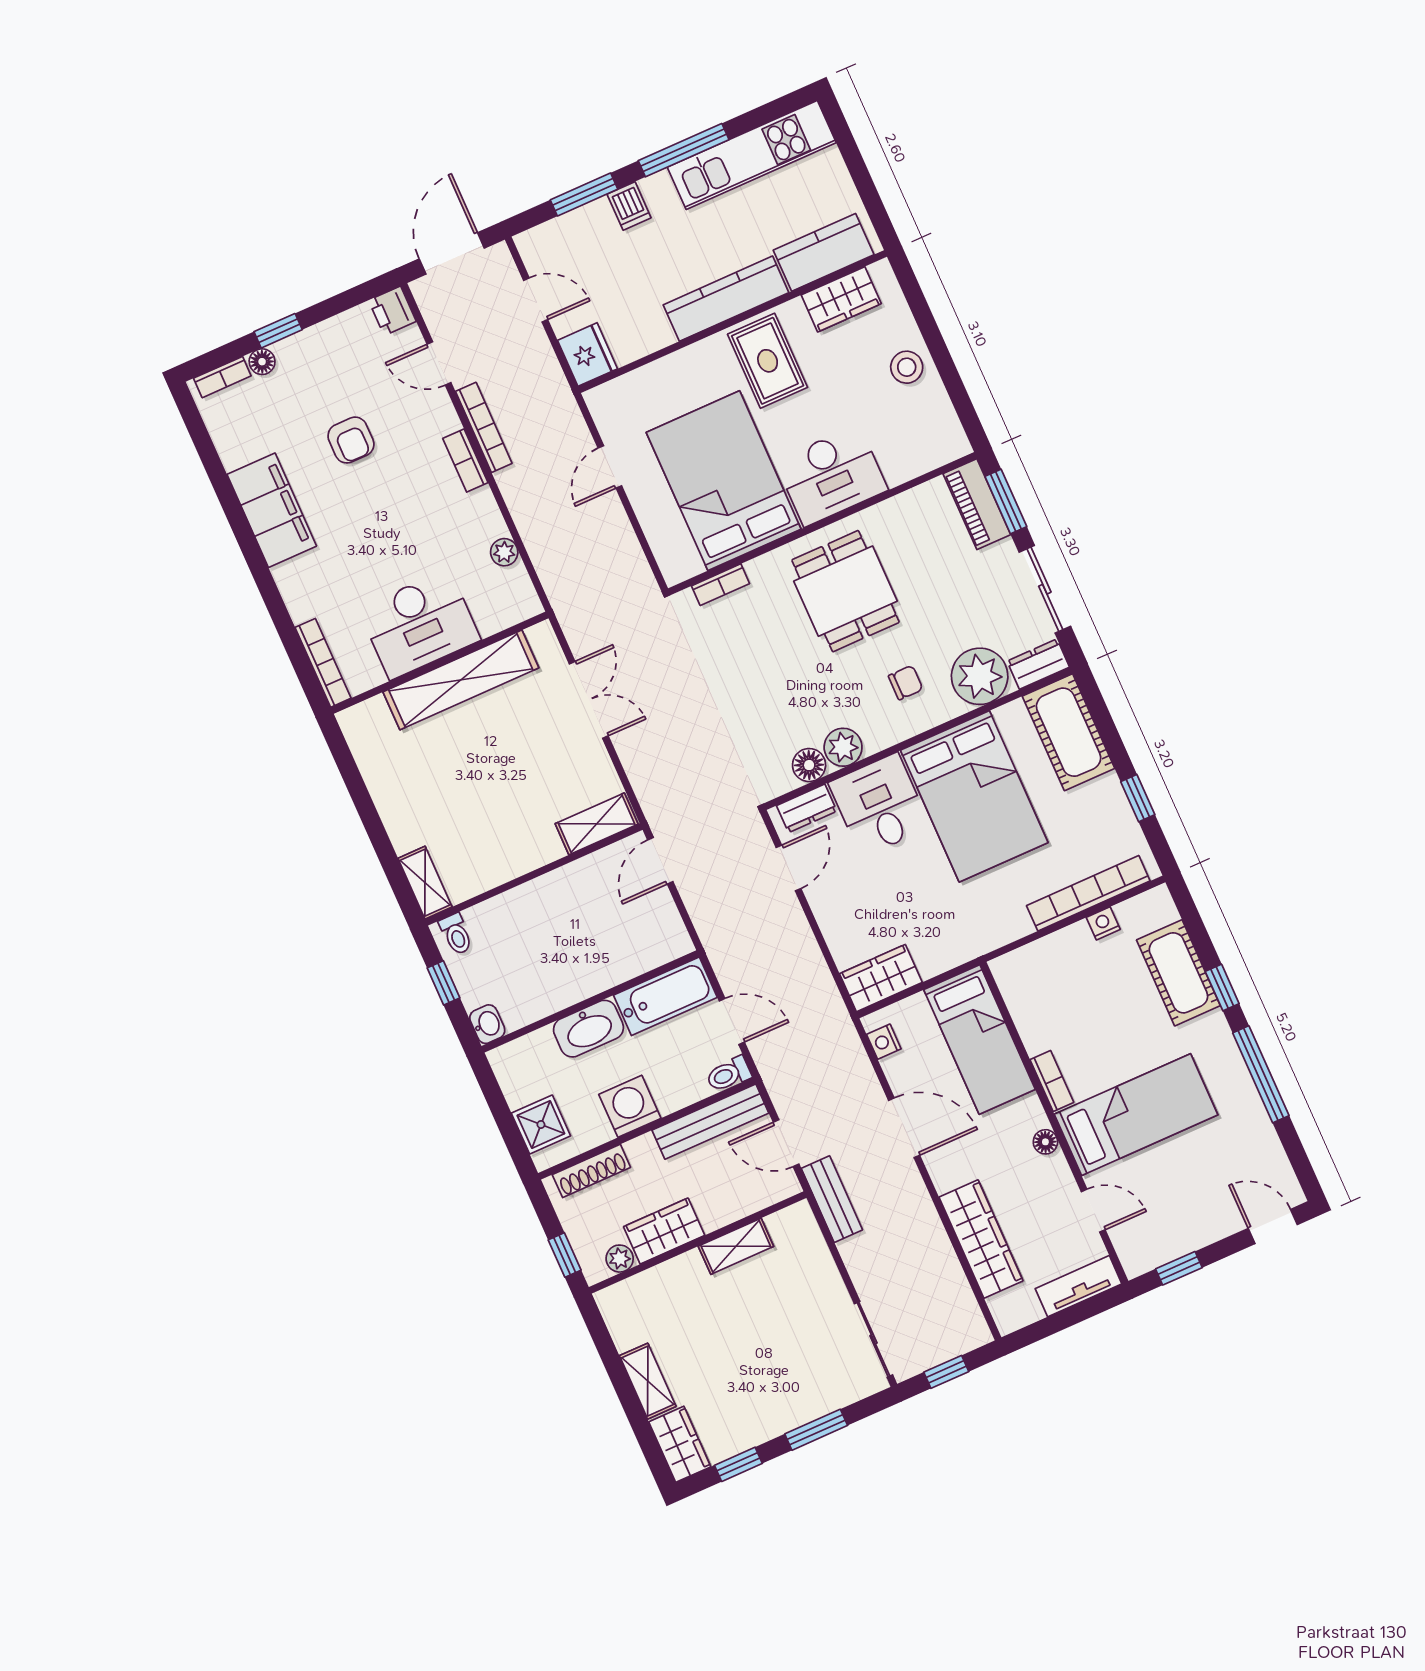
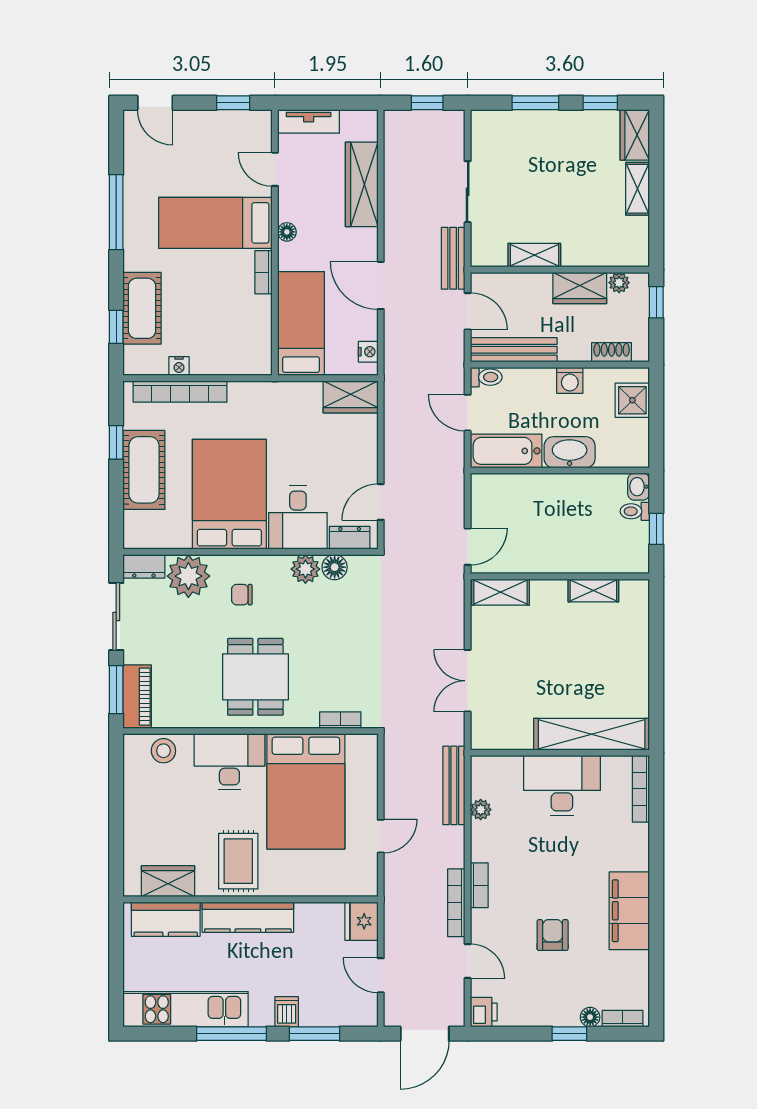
stool: (907, 367) -> (163, 751), moved
bench: (549, 567) -> (454, 785), added
shelving: (461, 680) -> (592, 734), moved
cot: (1069, 732) -> (144, 470), moved
shelving: (425, 883) -> (593, 590), moved, turned 90
toilet: (456, 934) -> (635, 511), moved, turned -90
window: (1222, 988) -> (116, 327), moved
washing machine: (630, 1106) -> (570, 380), width x0.73, depth x0.73
shoe rack: (591, 1171) -> (612, 352), width x0.70
sliding door: (873, 1339) -> (468, 192), moved

